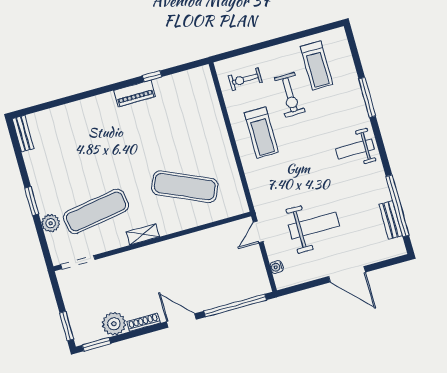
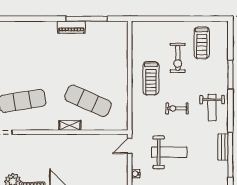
window: (152, 76) -> (87, 19), width x3.17
exercise bike: (245, 79) -> (177, 108), moved
weight bench: (355, 149) -> (212, 108), turned -90
bench: (391, 220) -> (223, 147), moved
shelving: (143, 234) -> (70, 126), moved

